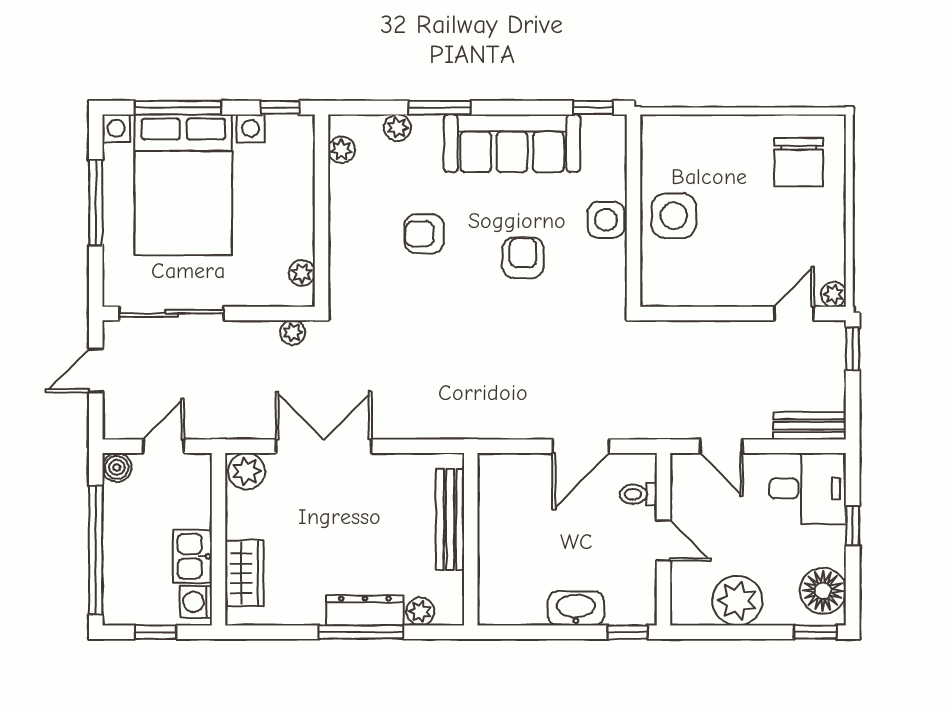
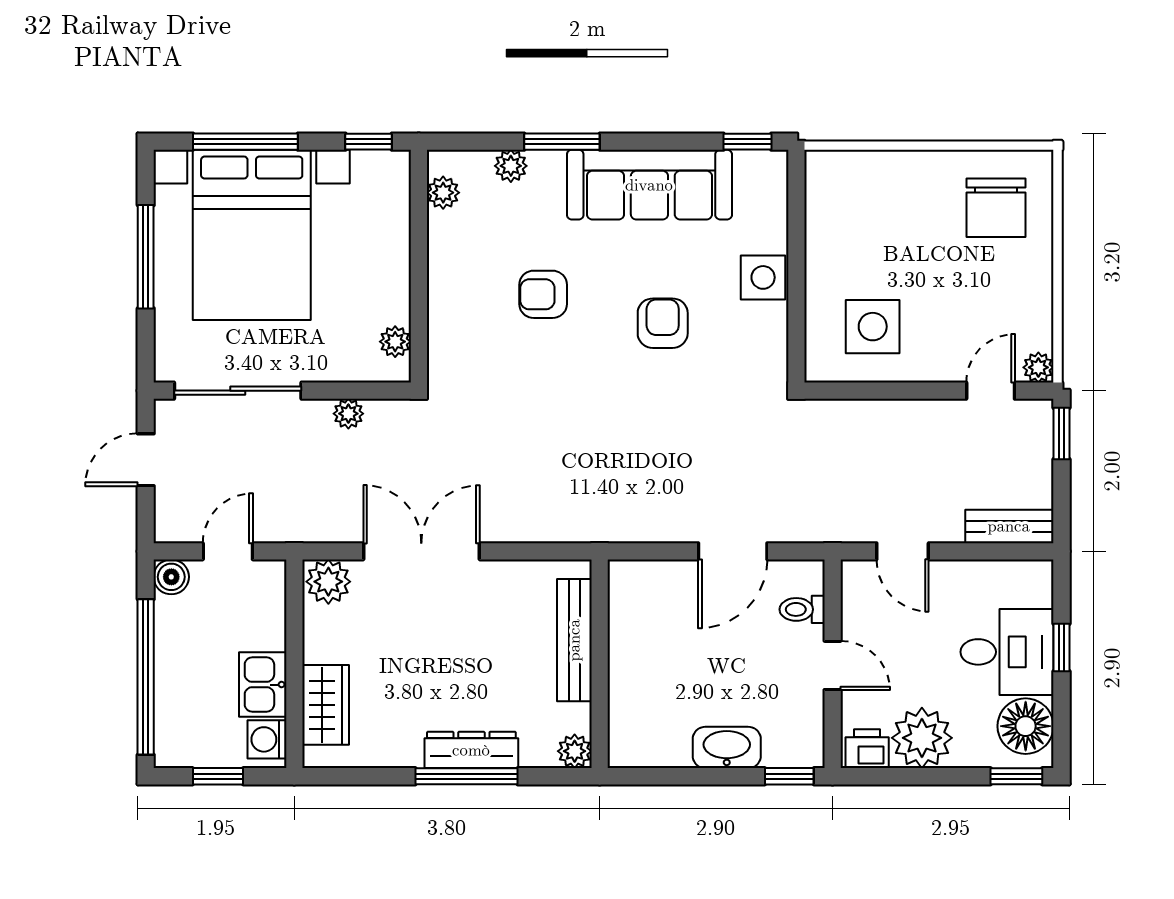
side table: (674, 216) -> (873, 327), moved
plant: (293, 332) -> (348, 414), moved
desk: (808, 488) -> (1007, 652), moved
printer: (692, 609) -> (867, 749), added
plant: (420, 611) -> (575, 751), moved

